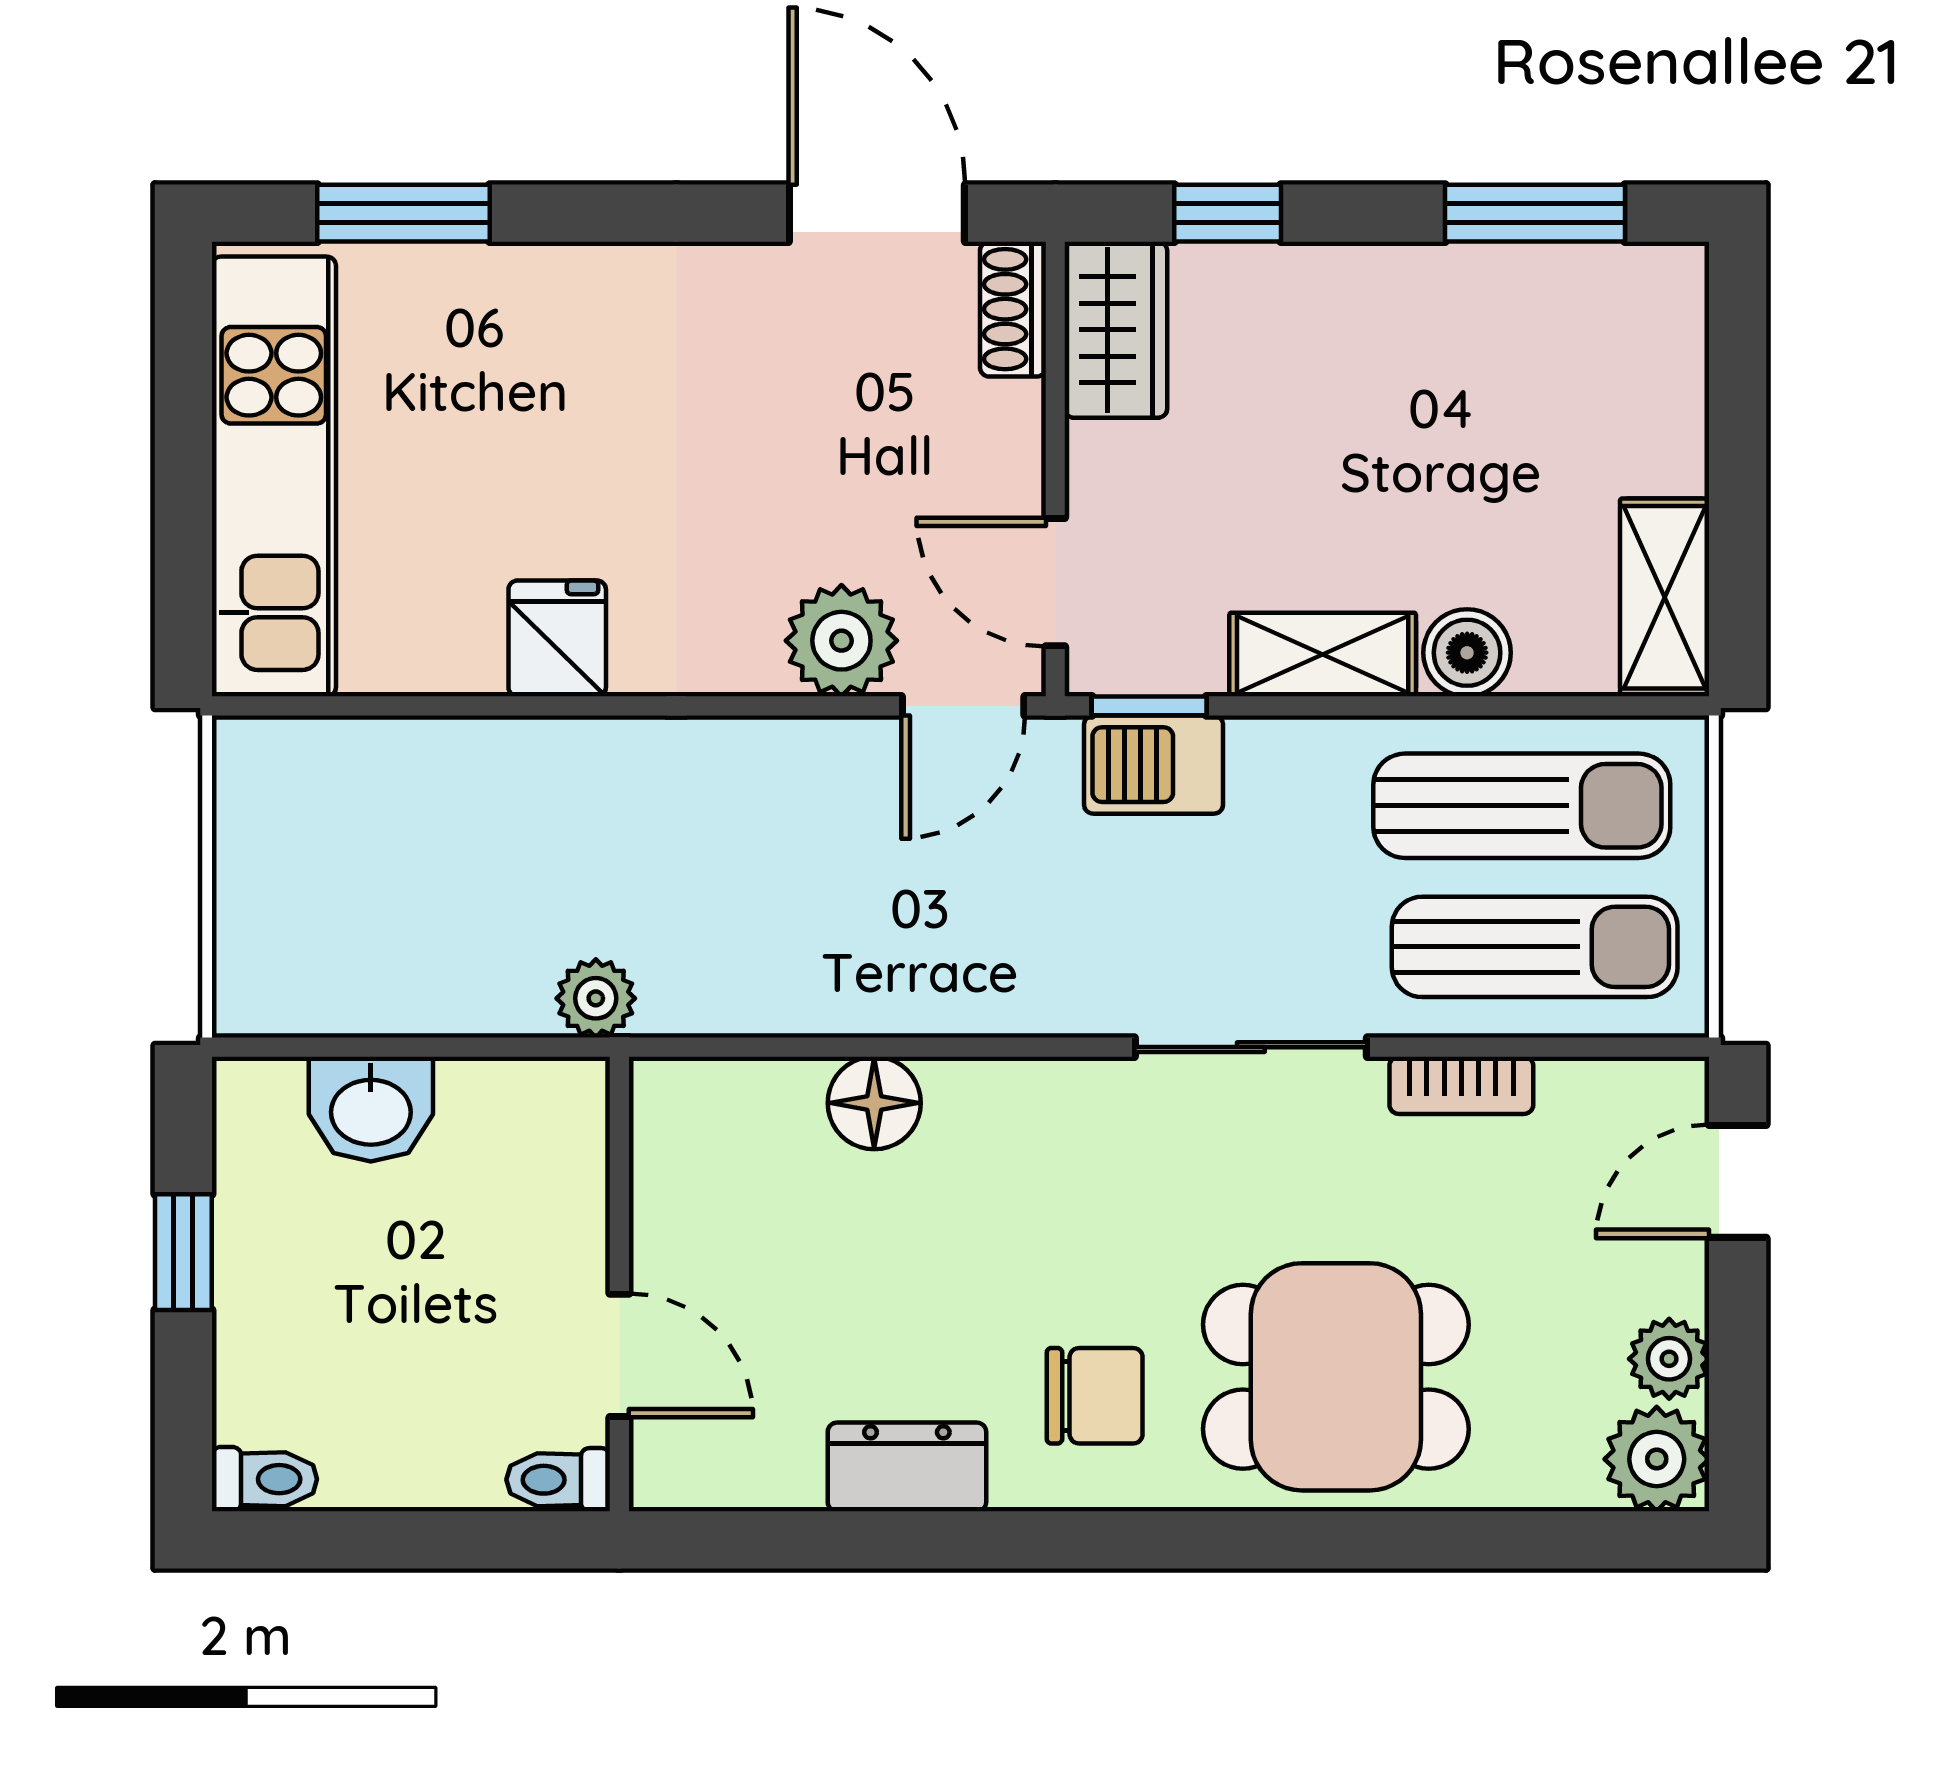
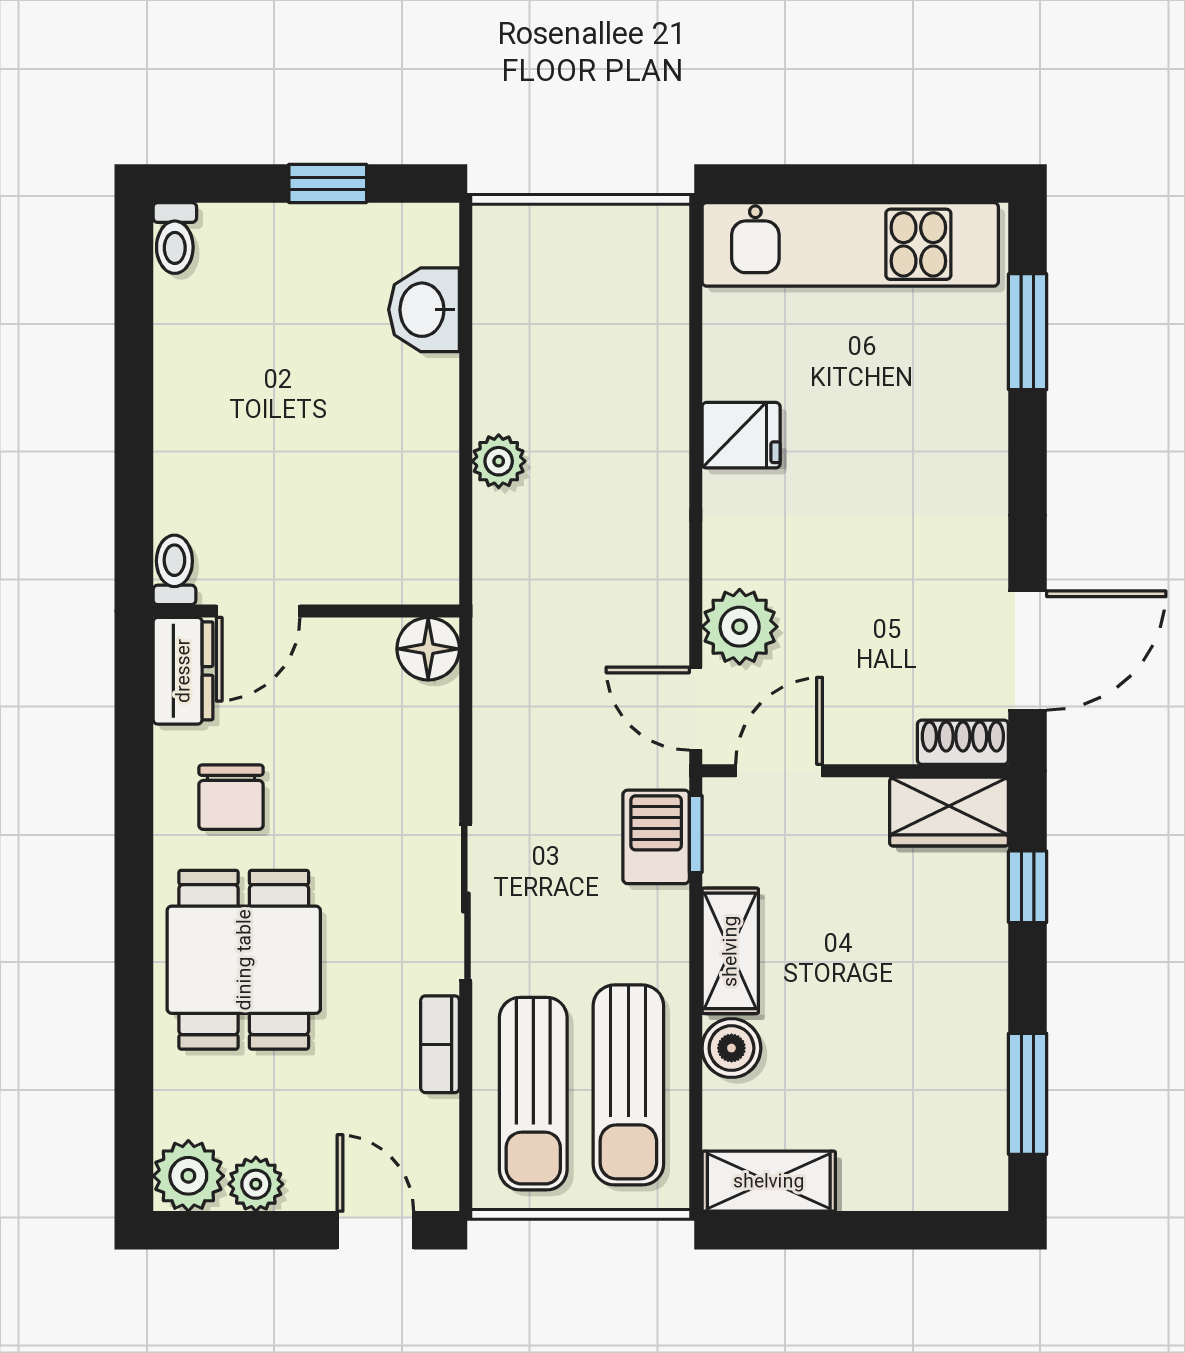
wall: (619, 1284) -> (306, 611), moved
door: (619, 1355) -> (258, 611), moved
toilet: (558, 1480) -> (174, 570), moved

